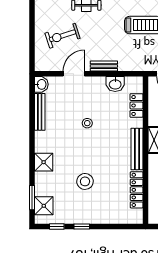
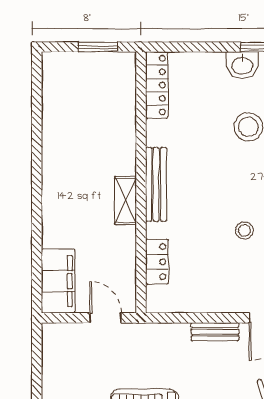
washbasin: (115, 84) -> (242, 65), moved, turned 180
locker: (137, 190) -> (157, 85), moved

